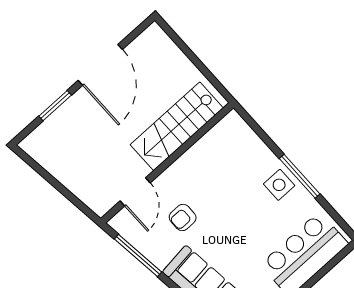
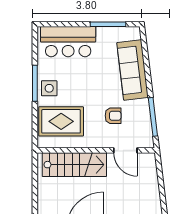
rug: (234, 160) -> (61, 121), added
door: (135, 192) -> (125, 150), swing flipped

